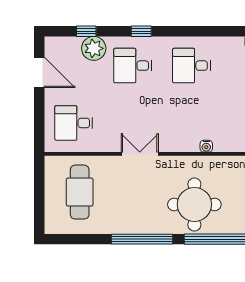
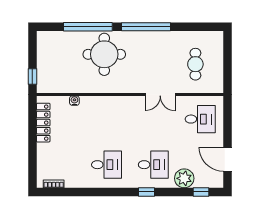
window: (86, 31) -> (201, 192), moved
water cooler: (206, 146) -> (74, 101), moved
double door: (140, 154) -> (160, 94), moved
cafe table: (80, 192) -> (195, 64), width x0.73, depth x0.74

